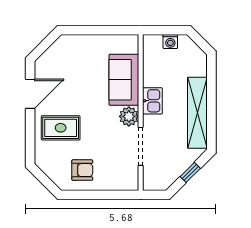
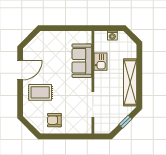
kitchen sink: (152, 101) -> (101, 62), moved
plant: (129, 116) -> (85, 85), removed
armchair: (82, 170) -> (54, 120), turned 180

